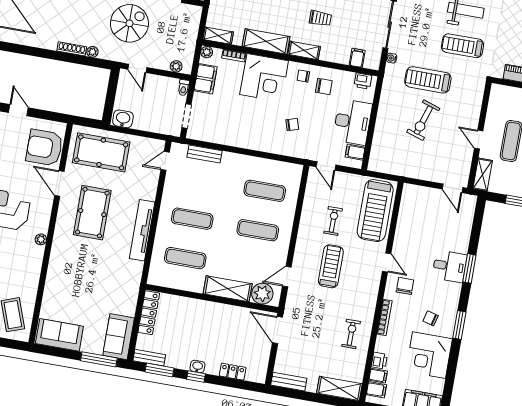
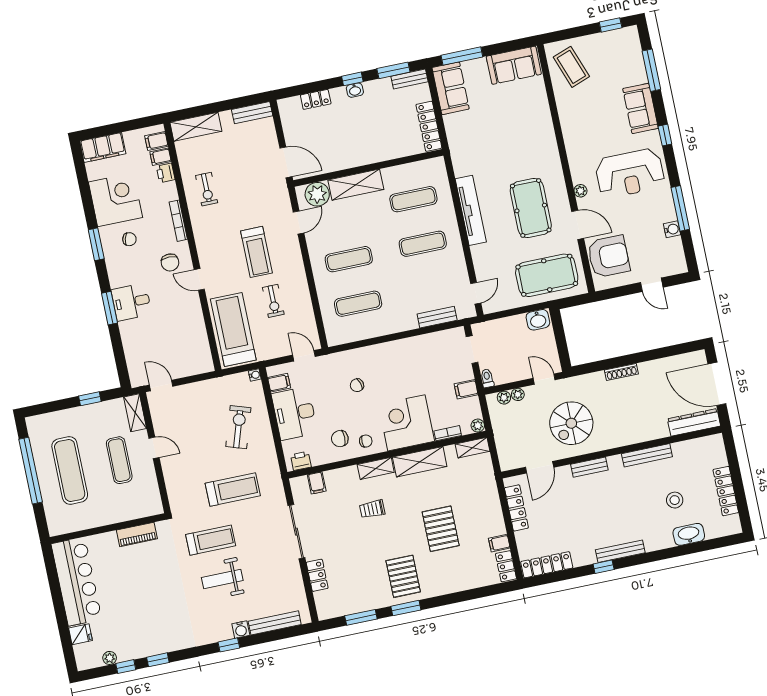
plant: (92, 52) -> (518, 394), moved
water cooler: (392, 58) -> (255, 375), moved
filing cabinet: (206, 79) -> (466, 389), width x0.50
exercise bike: (423, 120) -> (238, 427), moved
plant: (41, 239) -> (580, 191), moved

